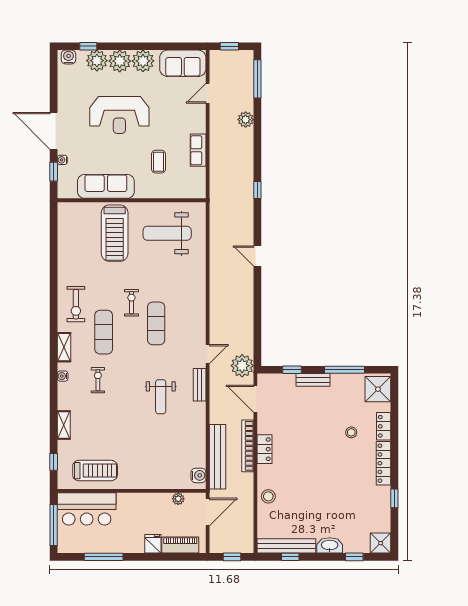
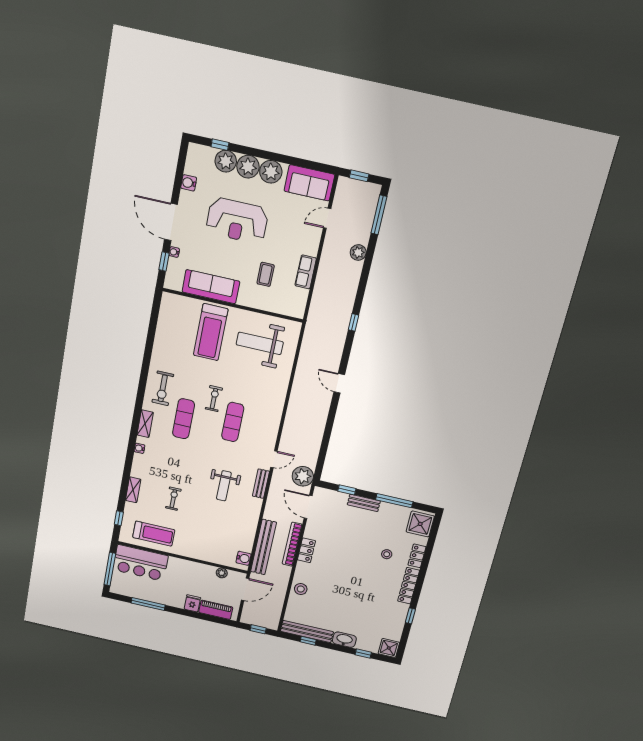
water cooler: (68, 57) -> (189, 183), moved, turned -90
exercise bike: (98, 380) -> (173, 499), moved

